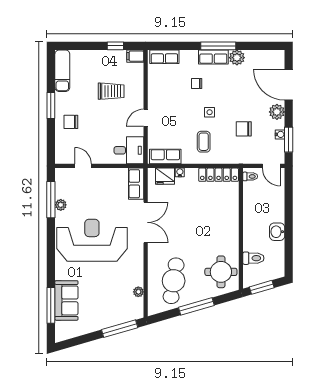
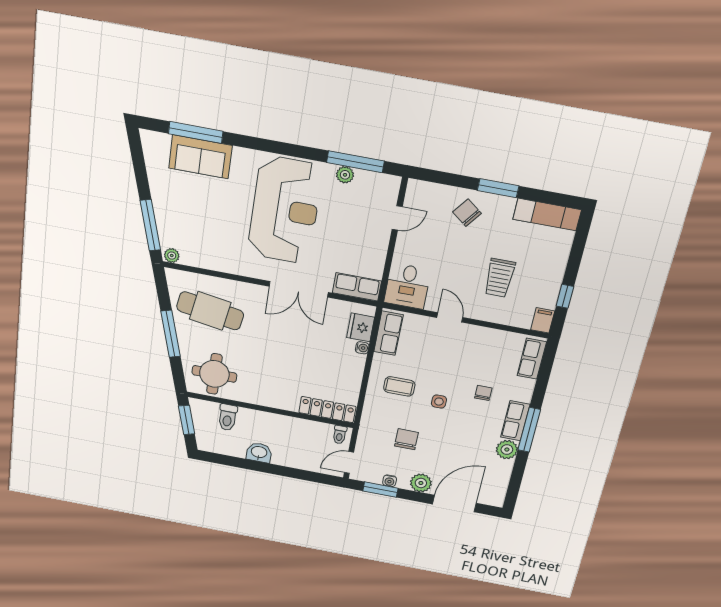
chair: (71, 122) -> (467, 213), turned -53
locker: (219, 175) -> (327, 410), moved, turned 90
plant: (138, 292) -> (172, 256), moved

